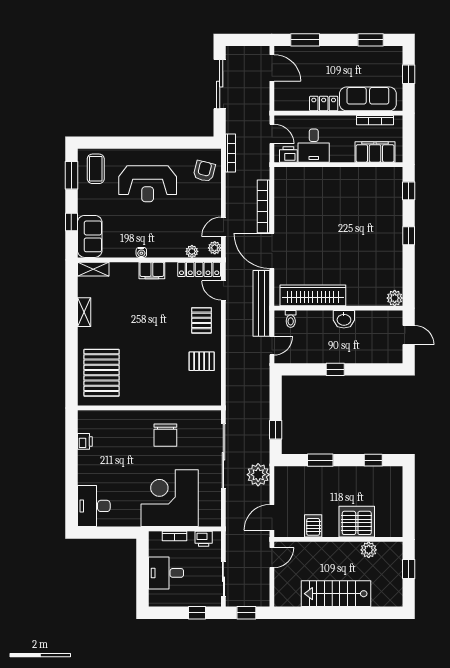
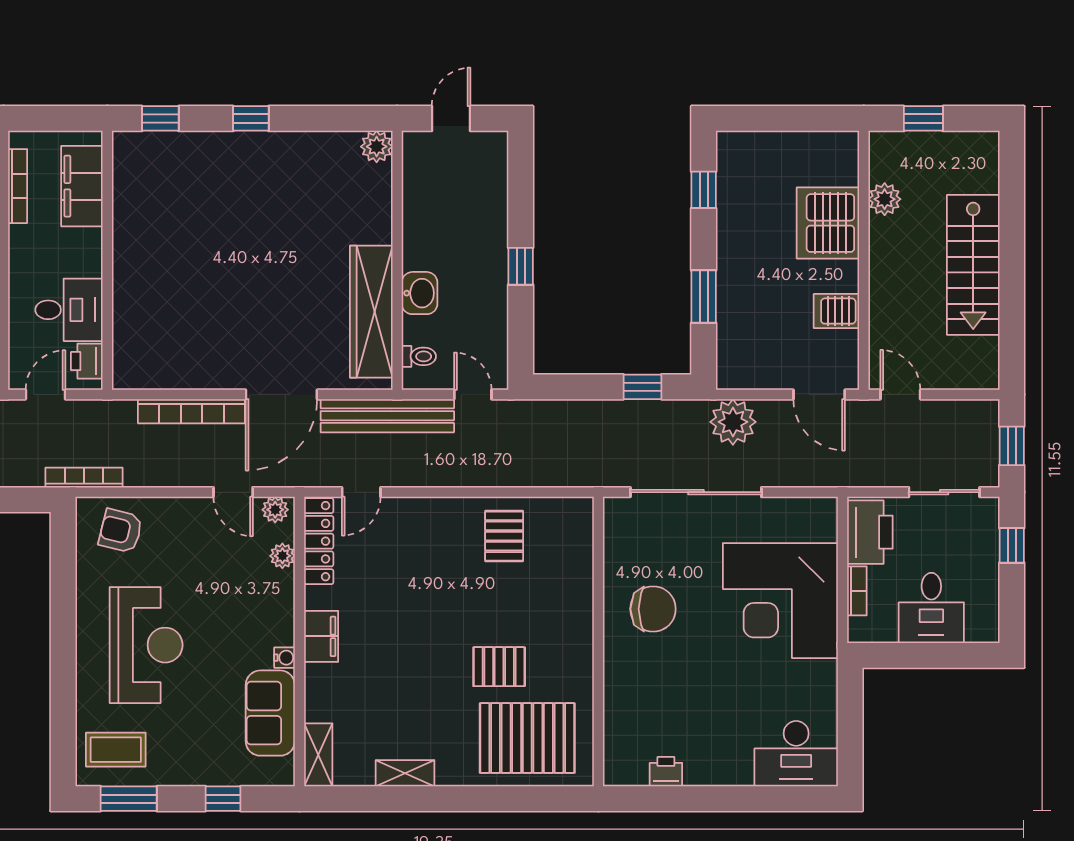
sofa: (90, 236) -> (270, 713), moved, turned -90
washbasin: (344, 319) -> (420, 293), moved
pallet: (202, 320) -> (499, 667), moved
printer: (204, 539) -> (870, 532), width x1.87, depth x1.48

